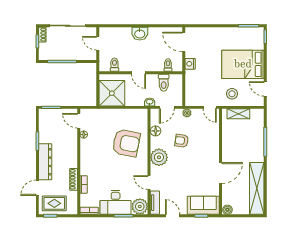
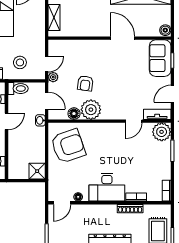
door: (139, 73) -> (6, 121), moved
toilet: (164, 83) -> (18, 89), moved
shower: (112, 93) -> (37, 171), width x0.54, depth x0.54
stool: (232, 94) -> (20, 62), moved
door: (210, 107) -> (47, 64), moved
armchair: (126, 143) -> (68, 146), moved, turned 60
plant: (159, 157) -> (91, 110), moved
desk: (116, 202) -> (107, 187), moved, turned 90

